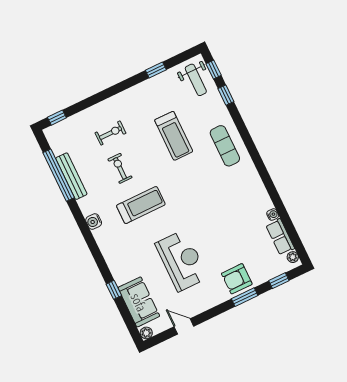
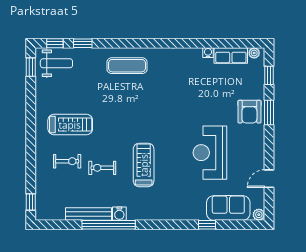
window: (156, 70) -> (31, 67), moved
exercise bike: (111, 133) -> (67, 161), turned 90
treadmill: (174, 136) -> (70, 125), moved
window: (59, 175) -> (109, 225), moved
water cooler: (94, 222) -> (119, 214), moved
reception desk: (182, 261) -> (210, 153), turned -90

